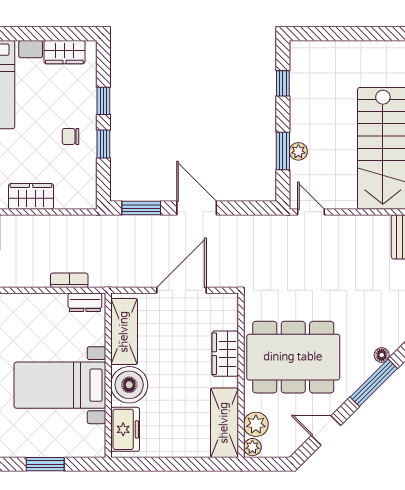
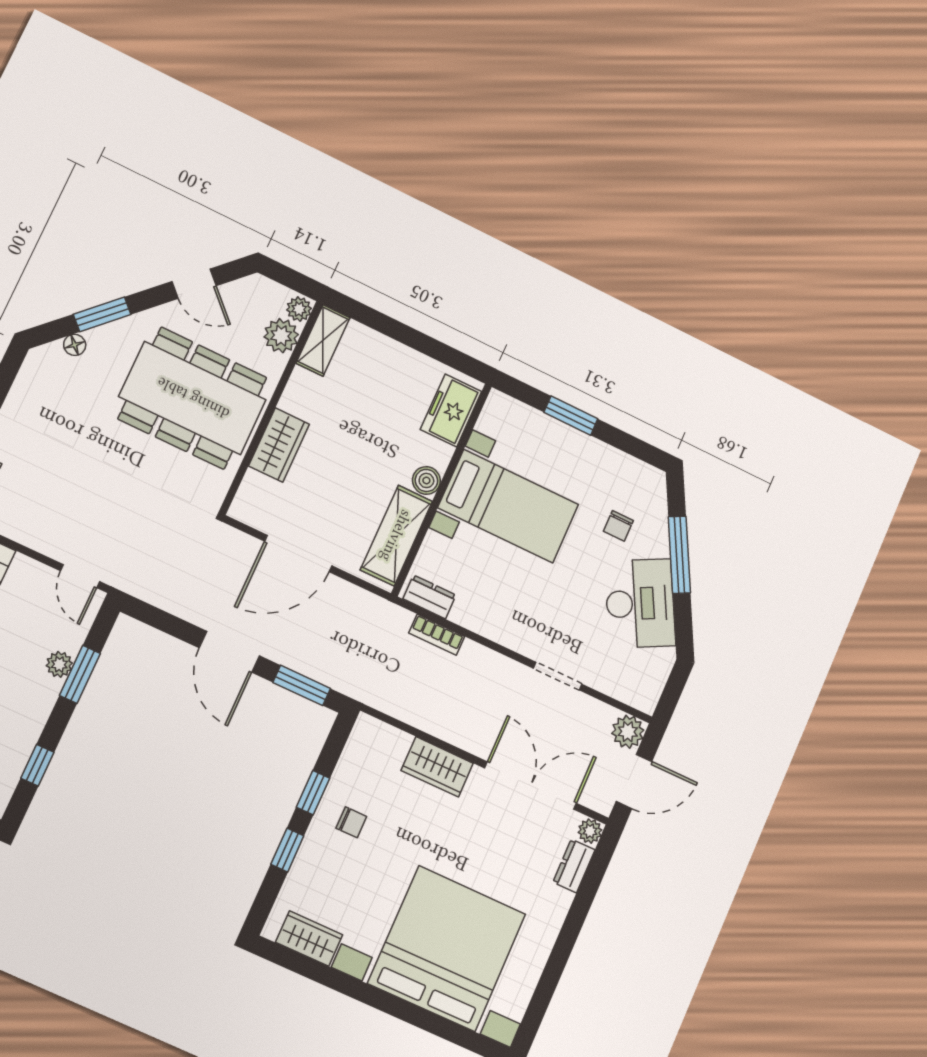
window: (374, 383) -> (102, 314), width x0.69
boiler: (129, 385) -> (426, 480), width x0.54, depth x0.54
shelving: (224, 423) -> (323, 340), width x0.67, depth x0.75

